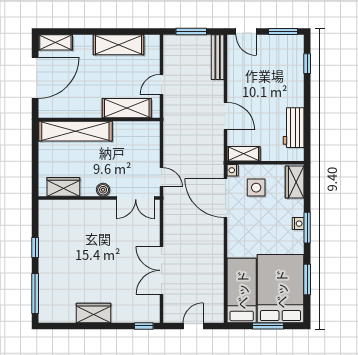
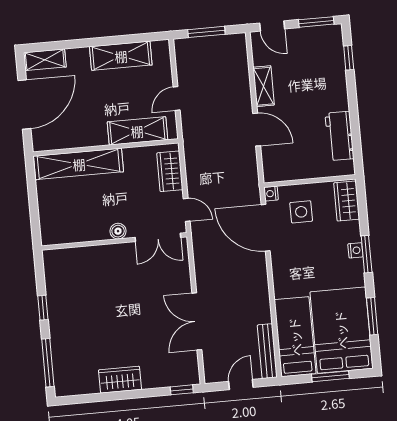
bench: (218, 57) -> (267, 351), moved
shelving: (244, 154) -> (264, 86), moved, turned 90
wardrobe: (63, 187) -> (170, 171), moved, turned -90

